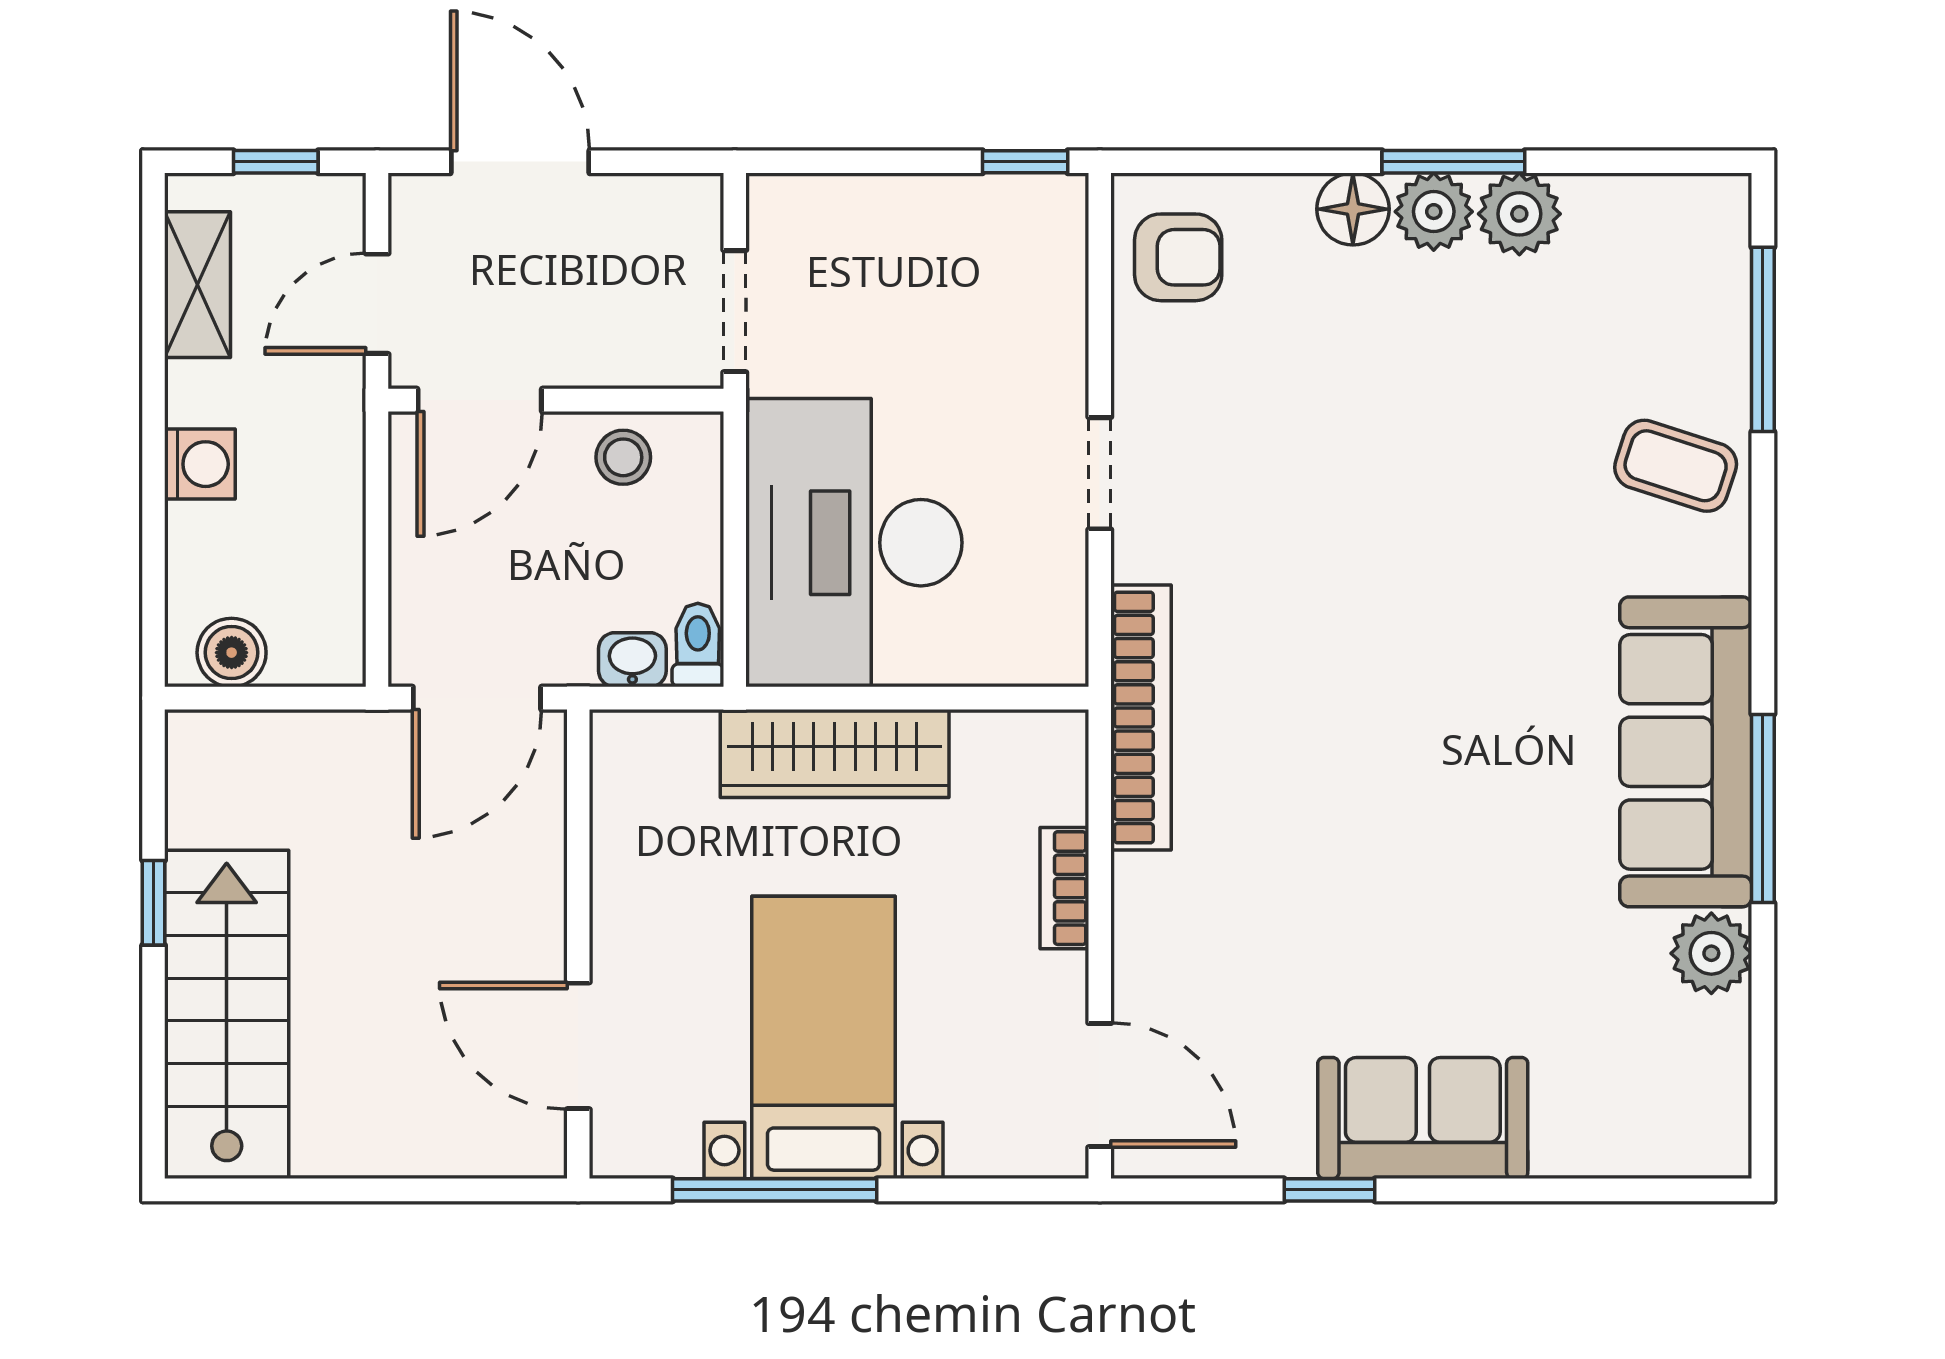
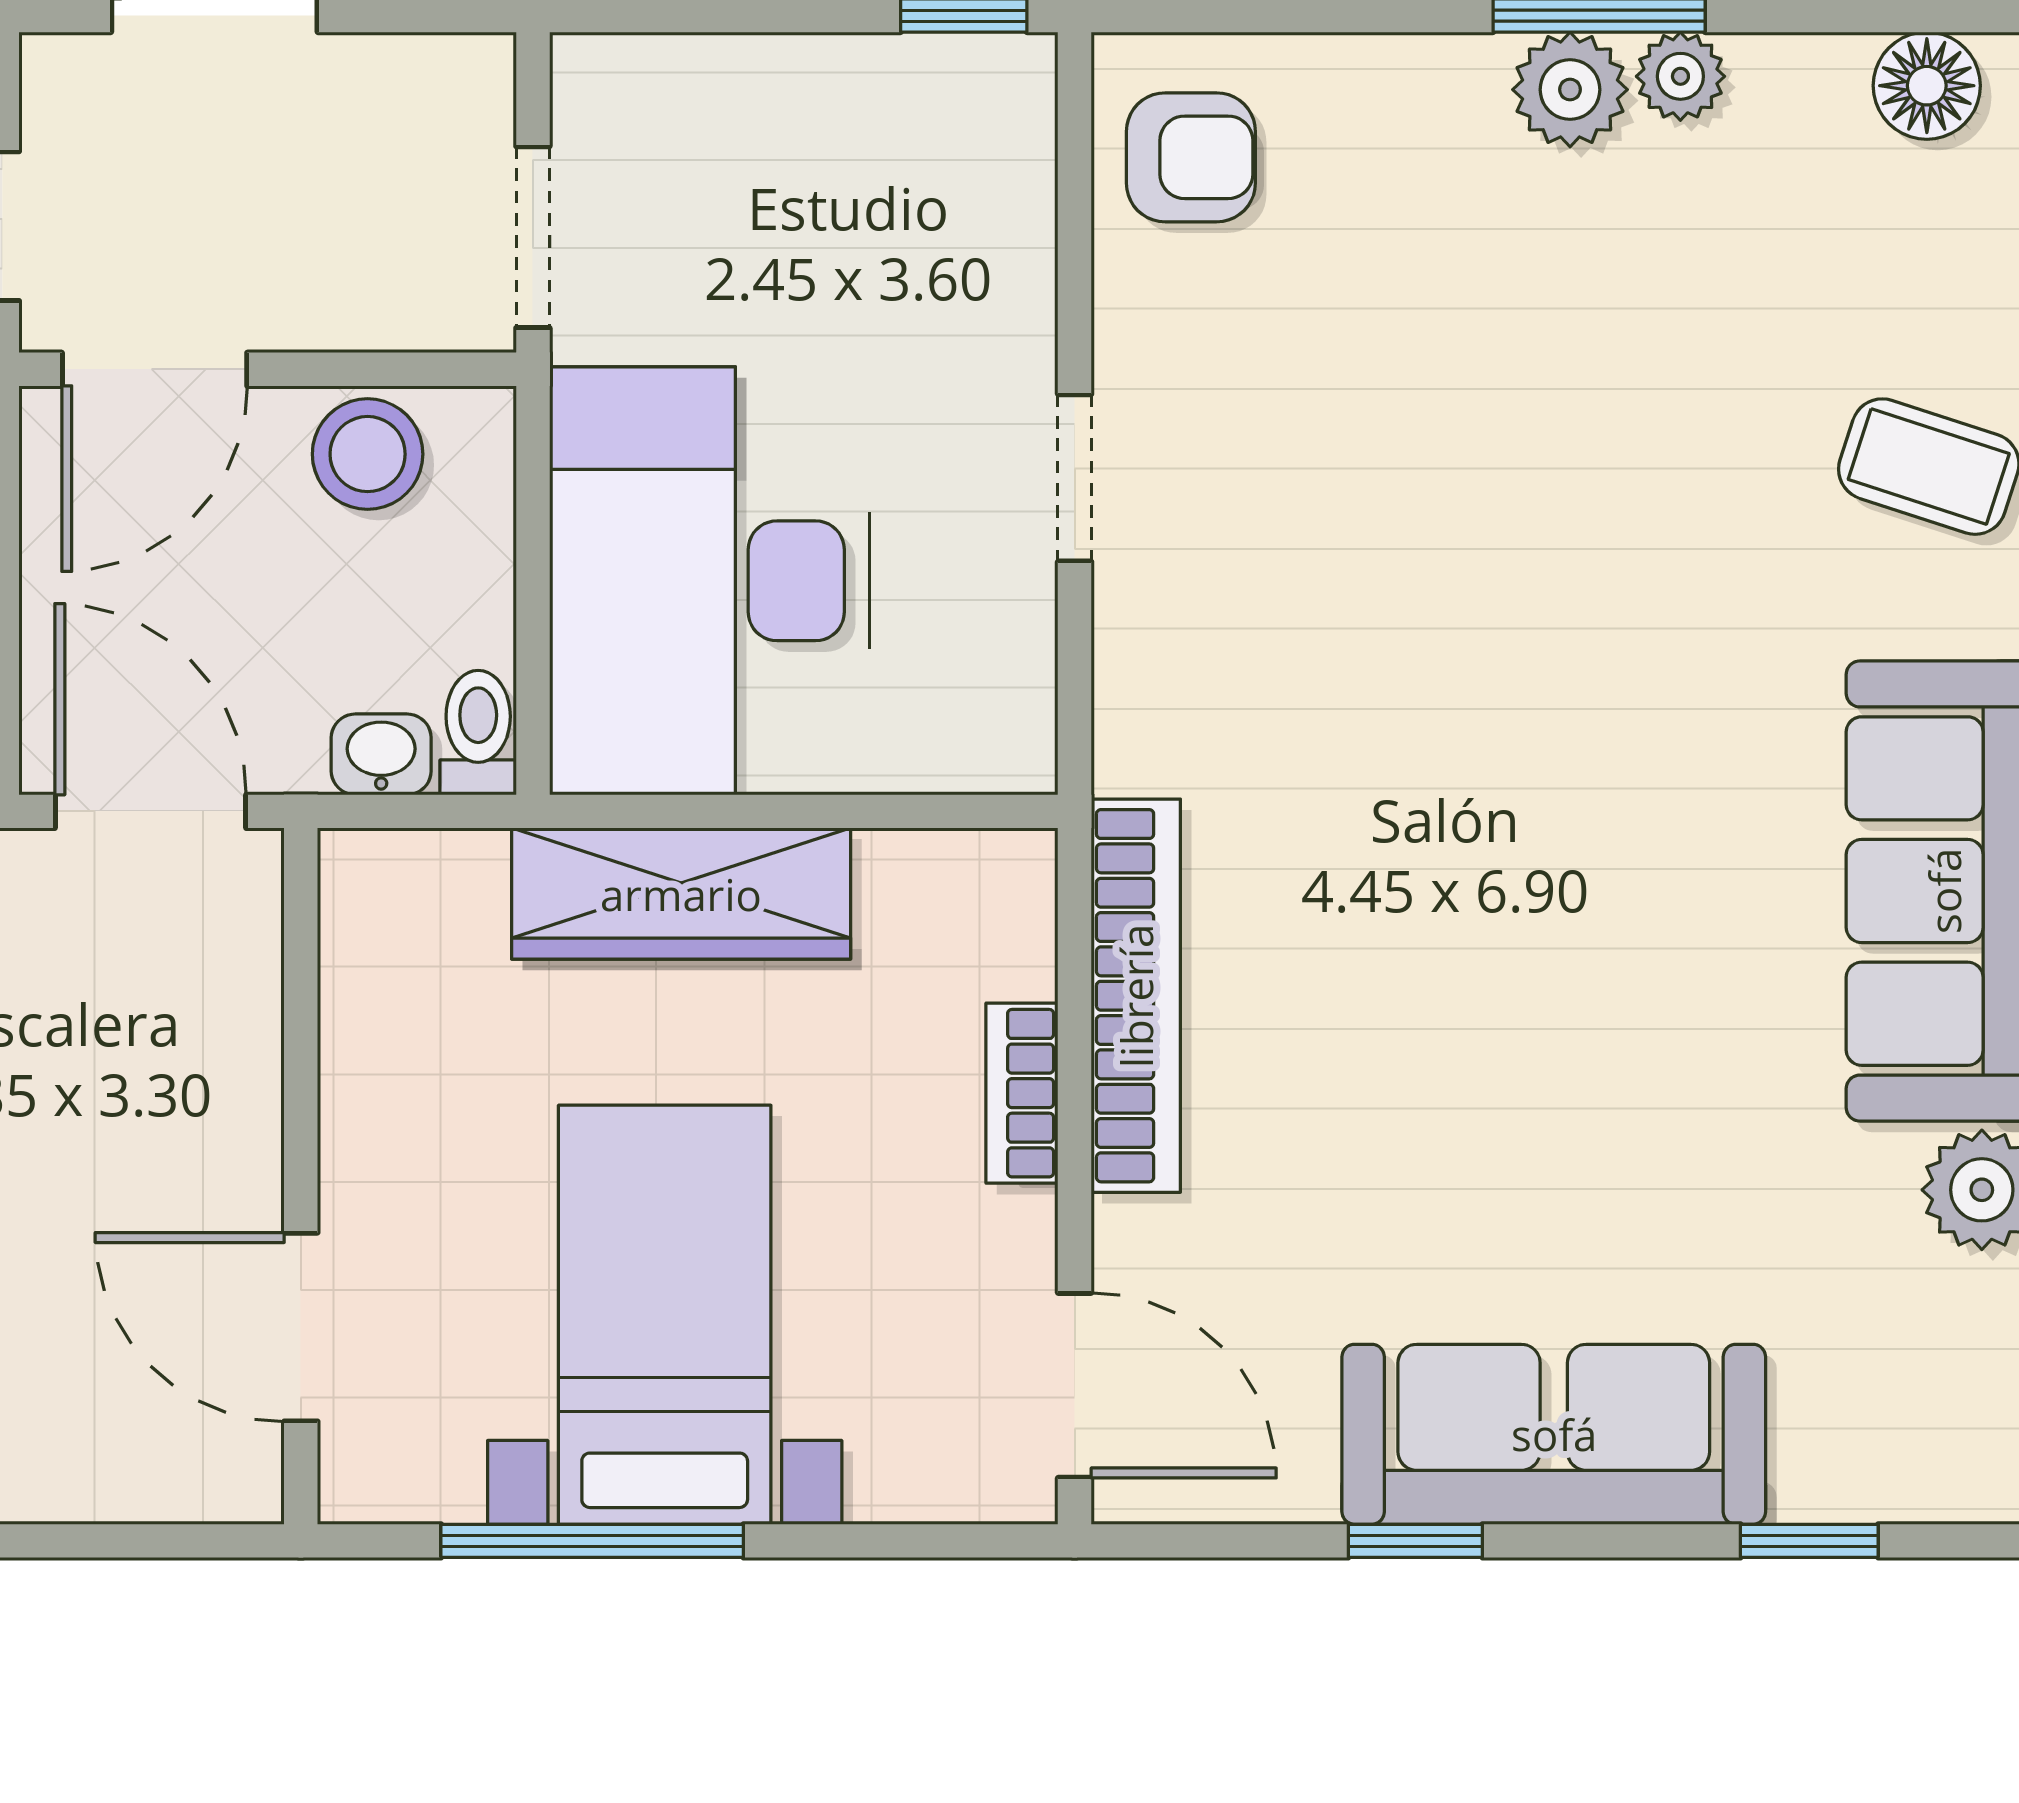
floor lamp: (1353, 209) -> (1927, 86), moved
plant: (1519, 214) -> (1680, 76), width x0.73, depth x0.73
stool: (623, 457) -> (368, 454), width x1.37, depth x1.37
door: (477, 698) -> (150, 811), swing flipped
bookcase: (1141, 718) -> (1136, 996), moved
sofa: (1423, 1118) -> (1554, 1434), width x1.36
window: (1595, 1190) -> (1809, 1541), added

